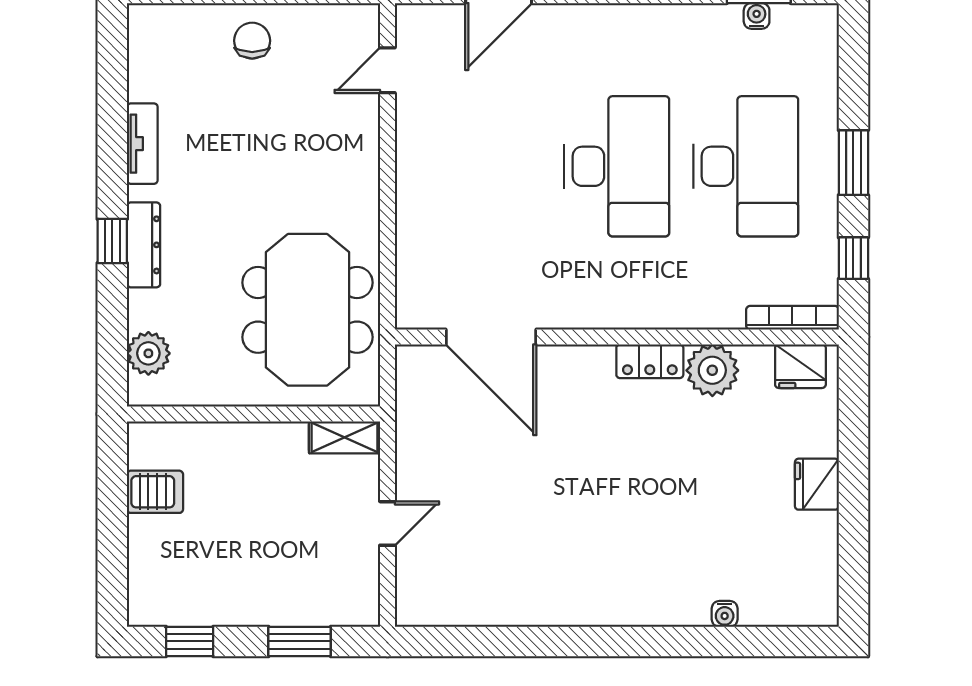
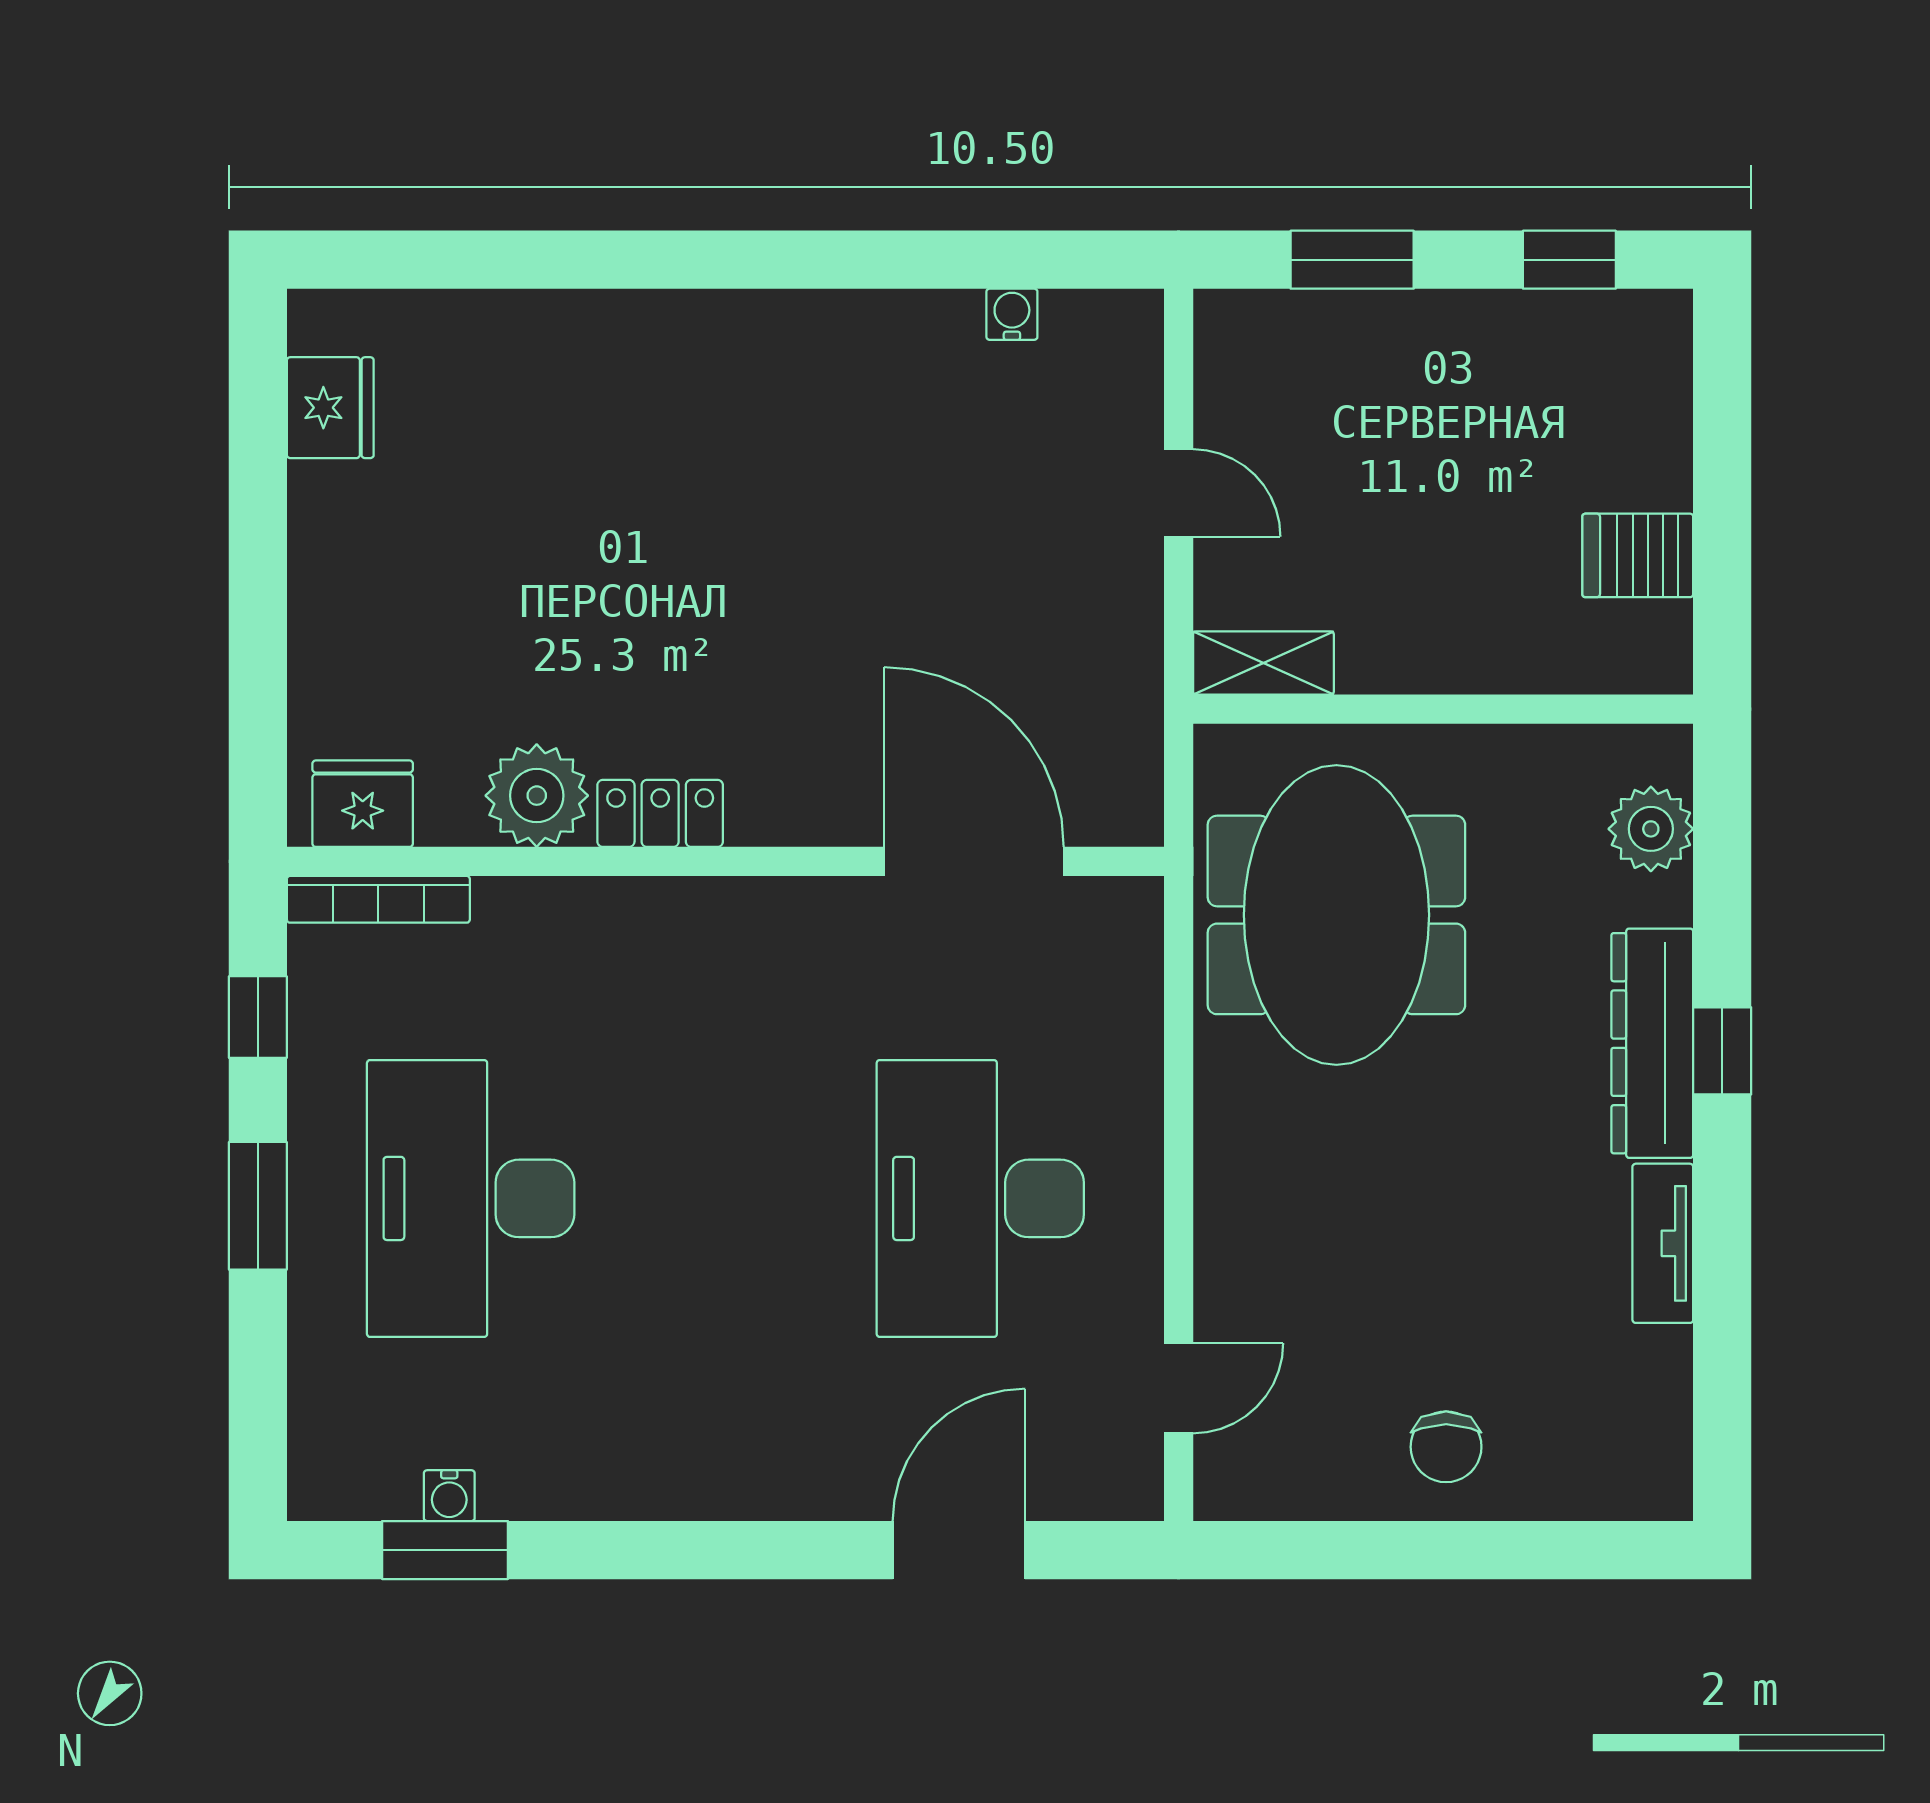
desk: (617, 166) -> (980, 1198), moved
dresser: (144, 245) -> (1652, 1043), width x1.37, depth x1.24
fridge: (817, 484) -> (330, 408), moved
door: (387, 523) -> (1179, 493), swing flipped
water cooler: (725, 614) -> (1012, 314), moved

